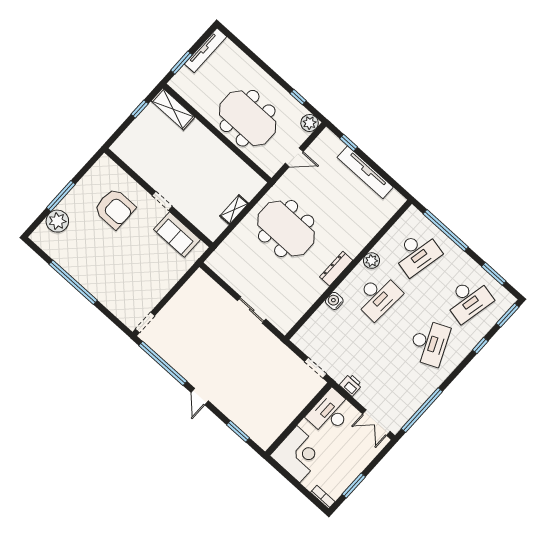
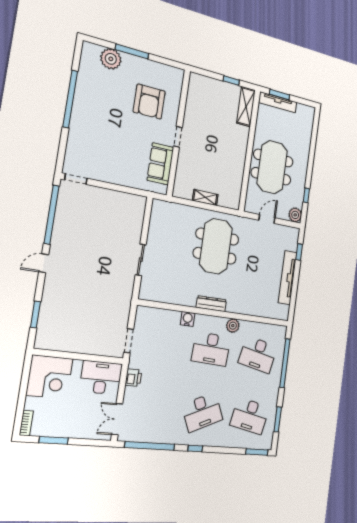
tv unit: (206, 50) -> (278, 102), moved
door: (294, 157) -> (267, 219), swing flipped
window: (480, 346) -> (195, 448), moved

